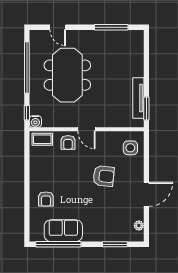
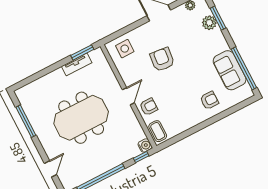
meeting table: (67, 75) -> (81, 118), moved
tv unit: (138, 98) -> (77, 64), width x0.71
plant: (115, 234) -> (209, 23), added

